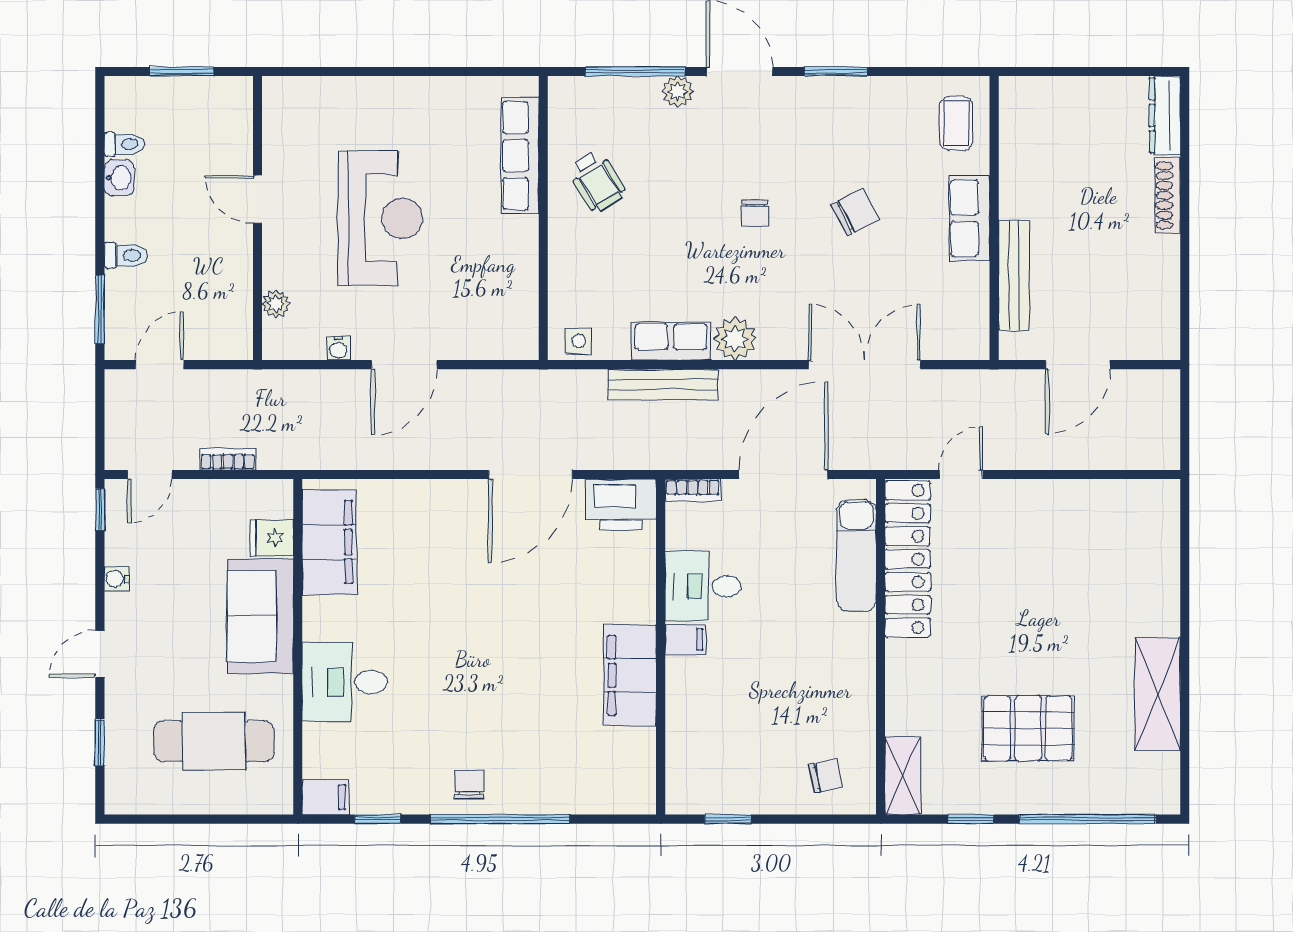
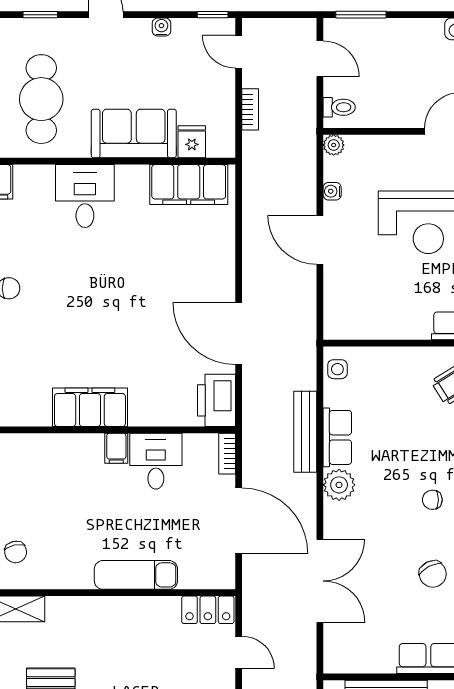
toilet: (126, 255) -> (339, 107), moved, turned -90
plant: (276, 304) -> (334, 145), moved
exam couch: (857, 556) -> (136, 575), moved
locker: (908, 559) -> (208, 610), width x0.46, depth x0.83

